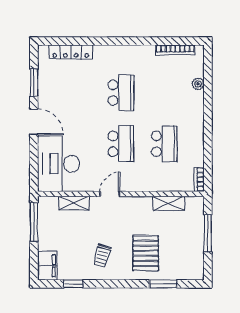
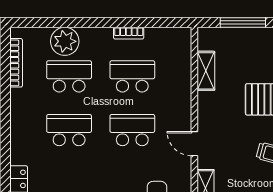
plant: (198, 84) -> (65, 41), width x1.87, depth x1.87
school desk: (164, 93) -> (69, 76), added
bookcase: (199, 180) -> (129, 33), moved

